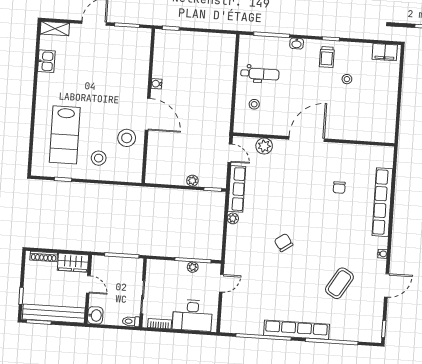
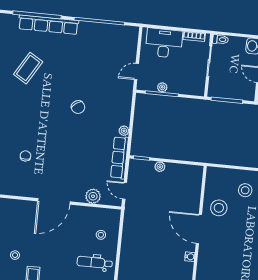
row of seats: (296, 330) -> (48, 25), moved

